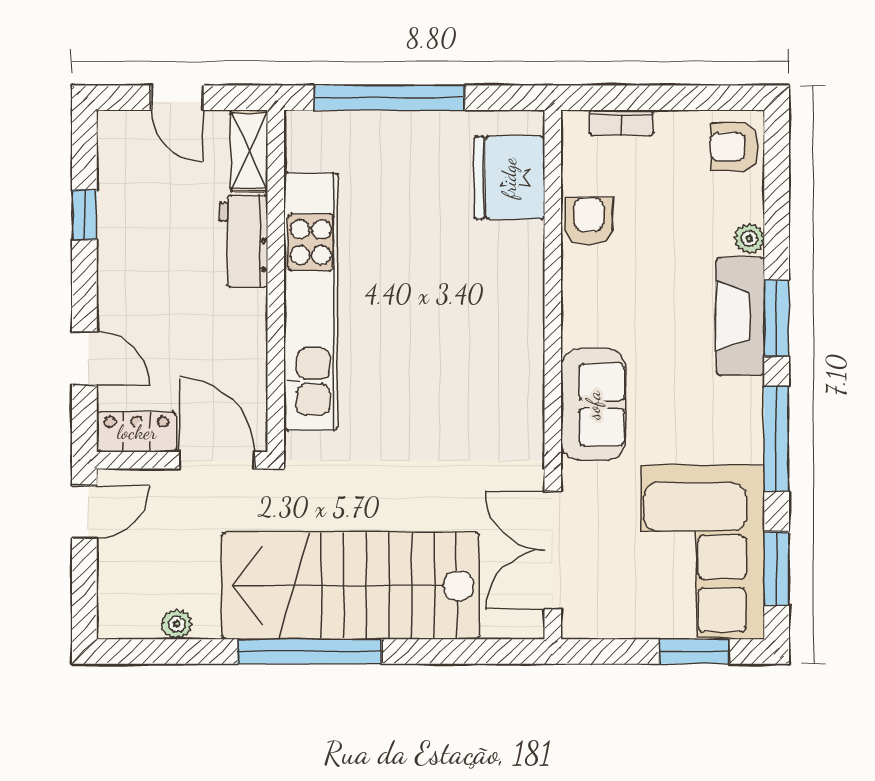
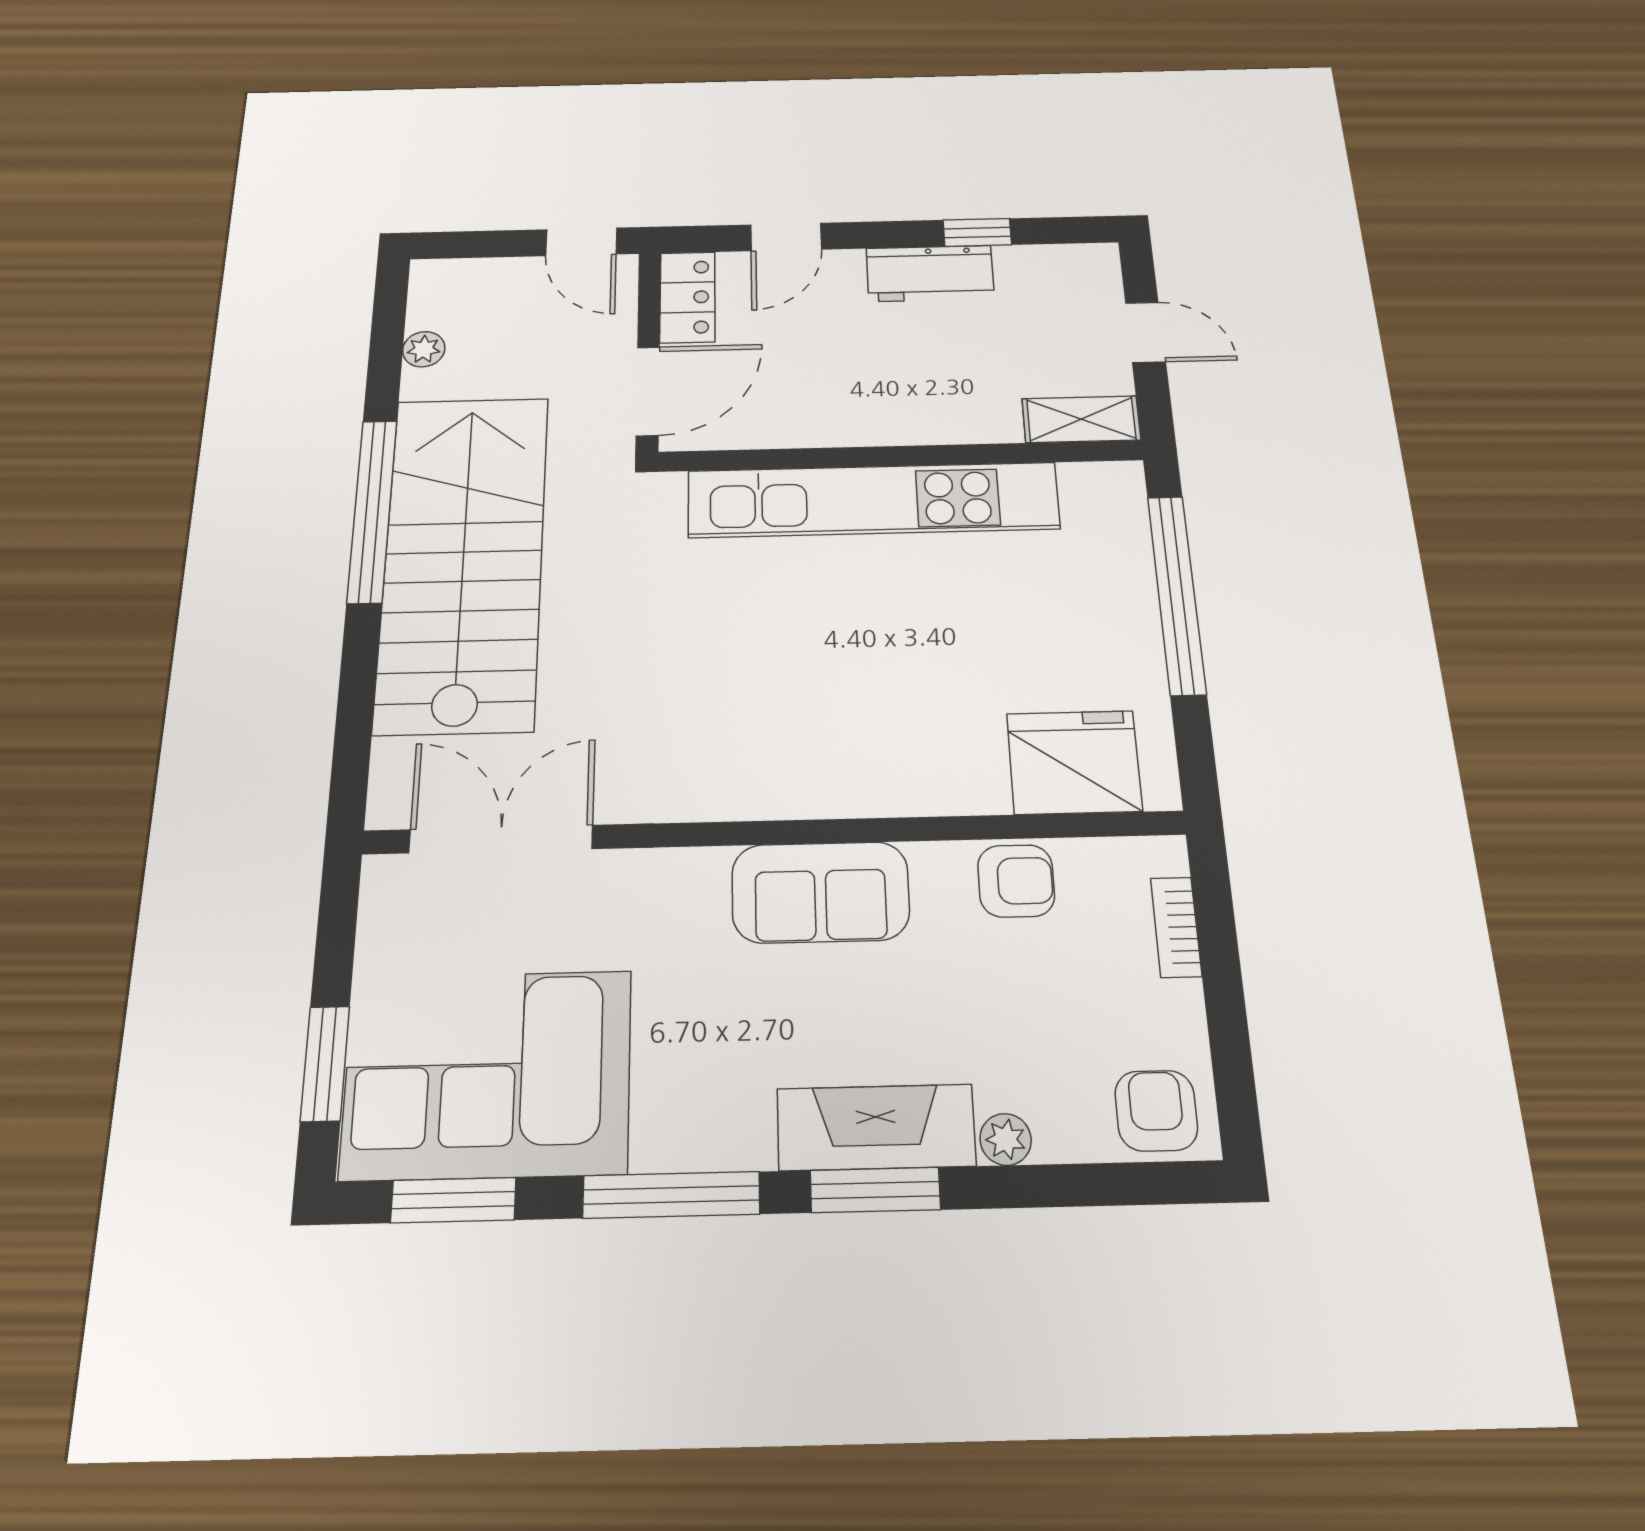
door: (177, 98) -> (1145, 332), swing flipped
workbench: (244, 241) -> (930, 273), moved, turned 180
sofa: (593, 405) -> (820, 892), moved

